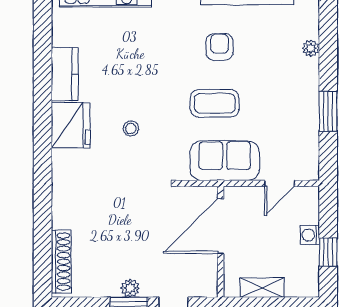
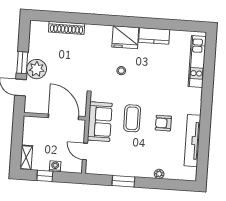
armchair: (219, 47) -> (163, 123), turned 180
shoe rack: (61, 262) -> (67, 28), moved
plant: (130, 288) -> (37, 69), width x1.88, depth x1.88
shelving: (262, 288) -> (26, 157), moved

